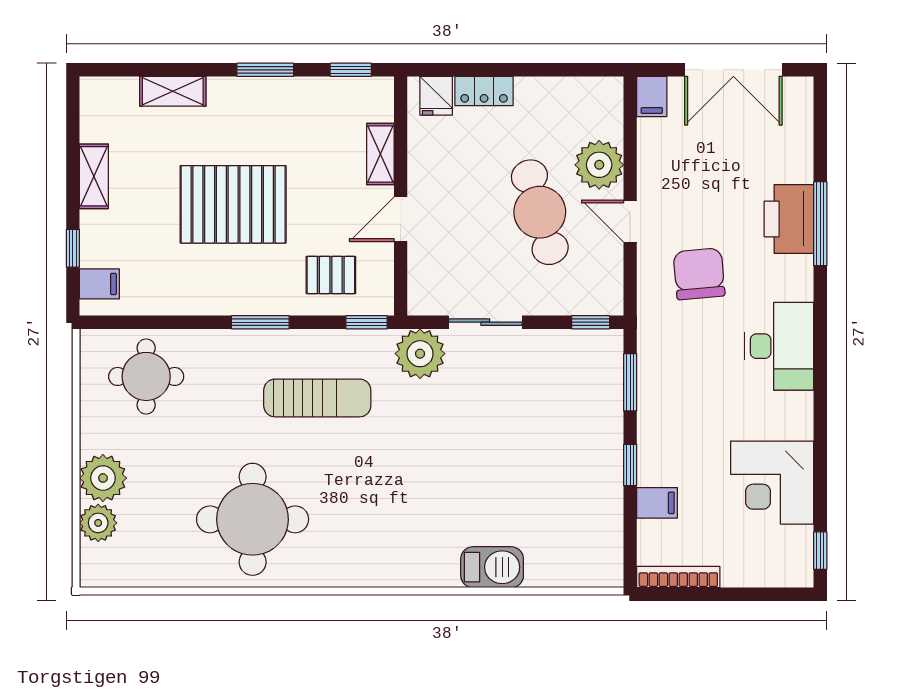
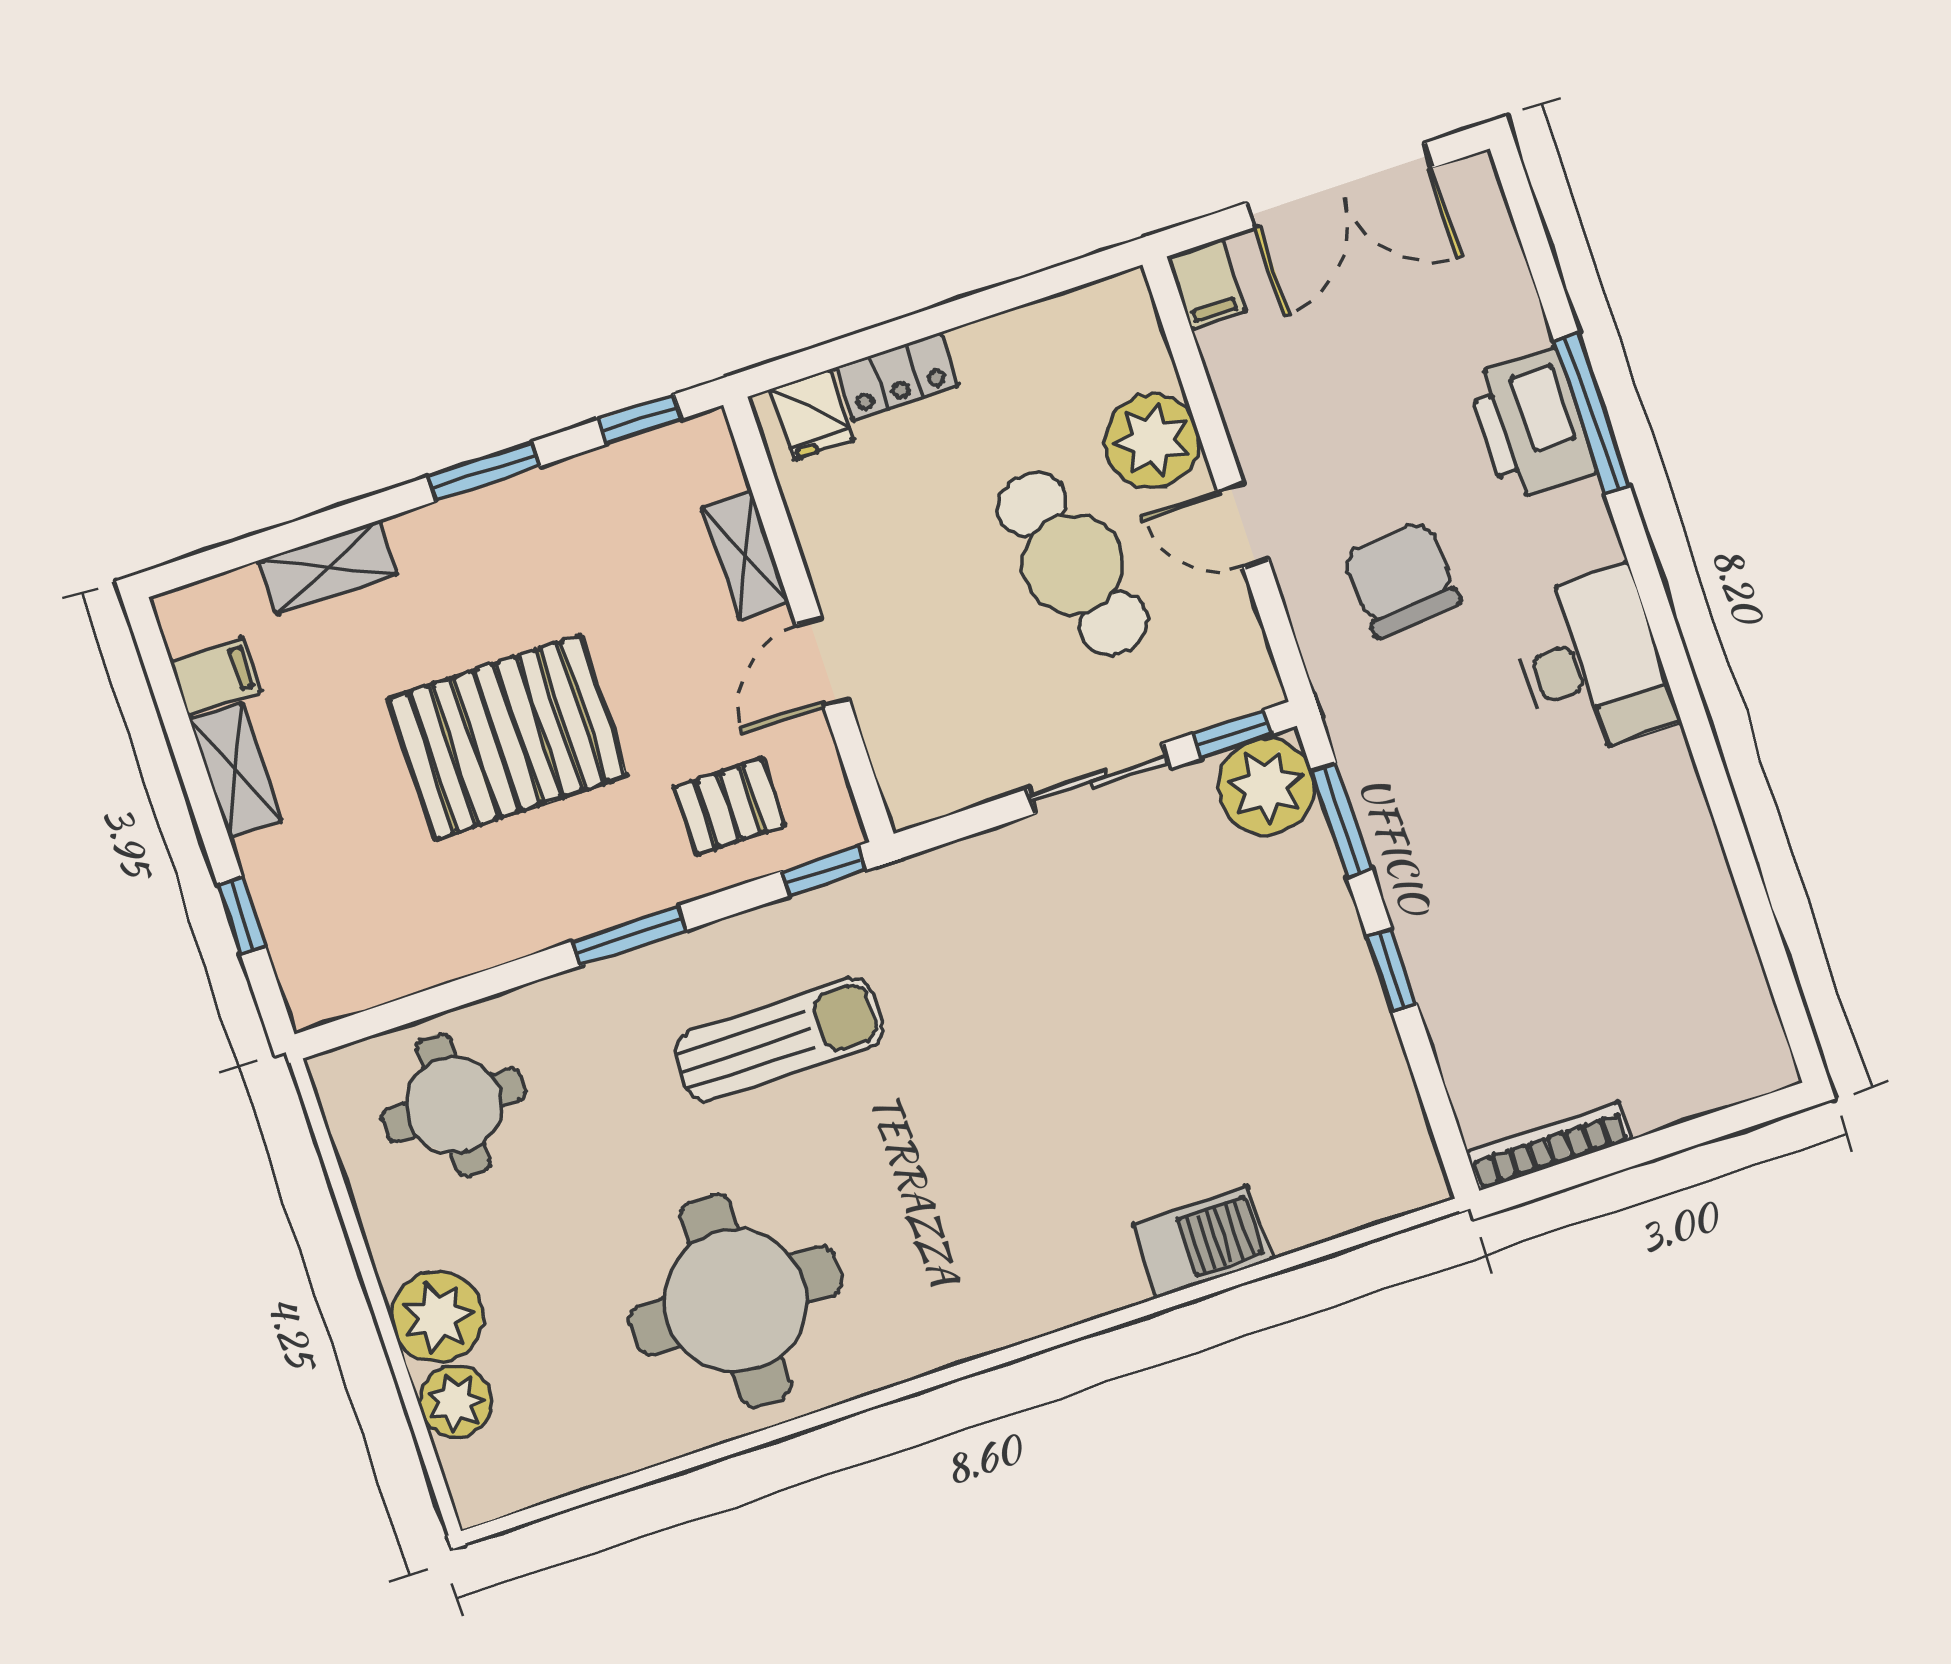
filing cabinet: (99, 284) -> (215, 676), moved
sliding door: (485, 322) -> (1099, 779), moved
plant: (420, 354) -> (1267, 787), moved
corner desk: (772, 483) -> (1662, 916), removed
filing cabinet: (657, 503) -> (1464, 1023), removed
window: (820, 551) -> (1792, 1011), removed

